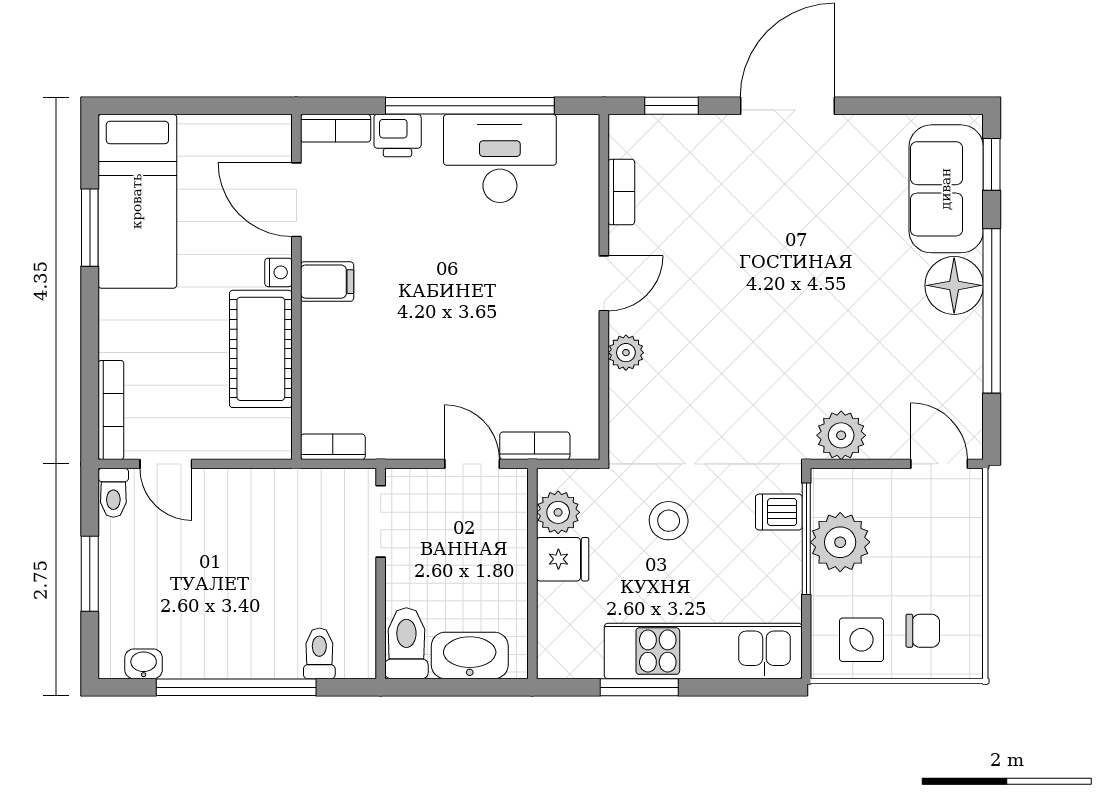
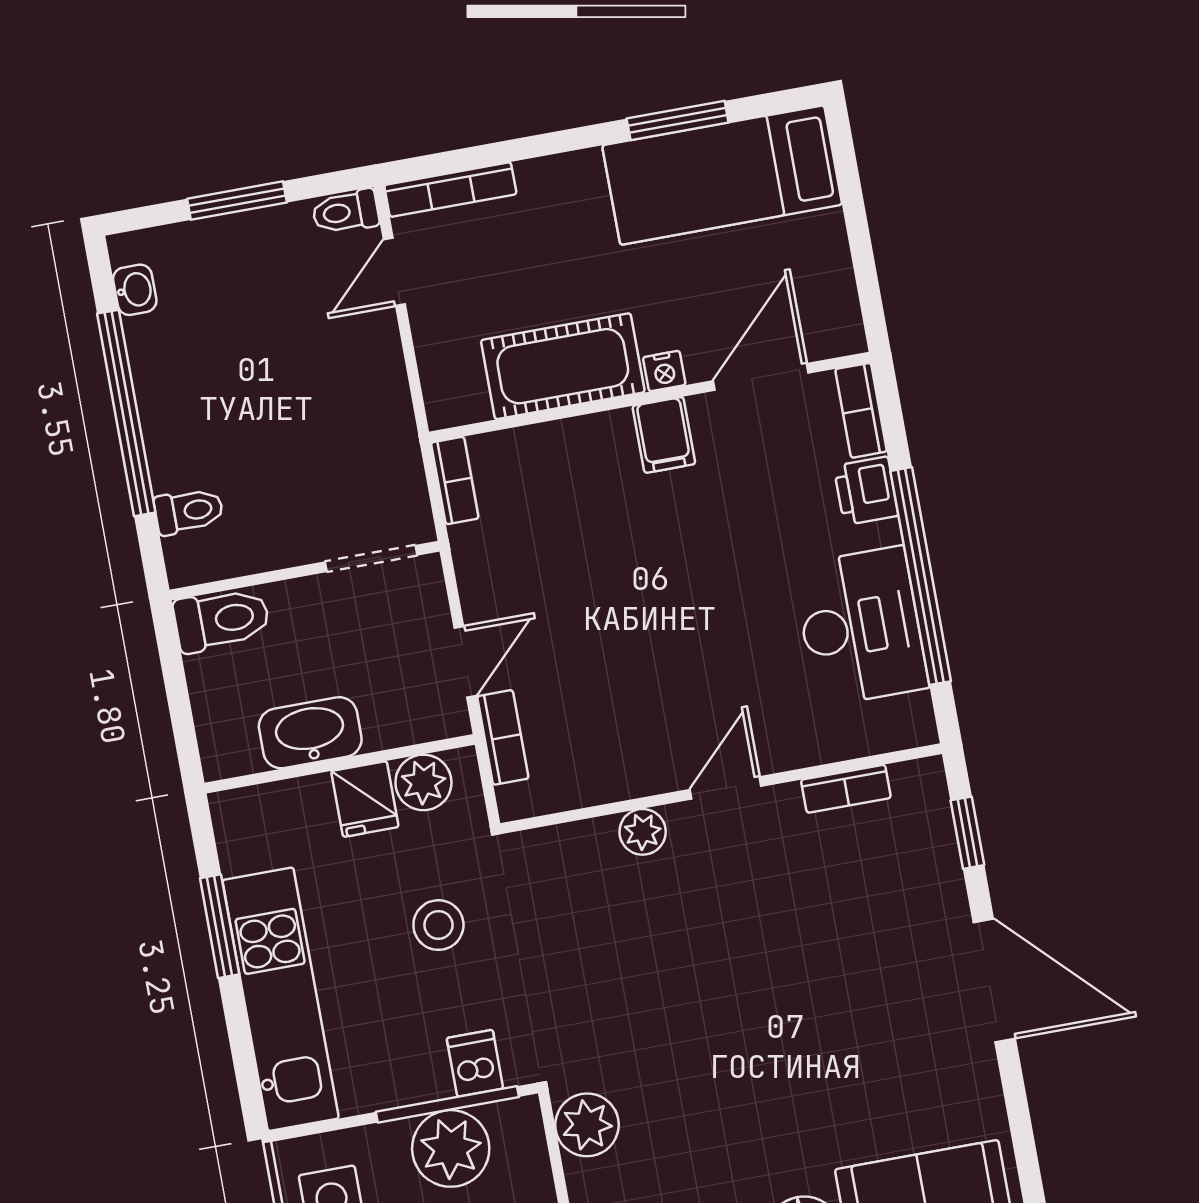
door: (604, 283) -> (726, 788), swing flipped
washbasin: (470, 655) -> (310, 733), moved, turned -90

